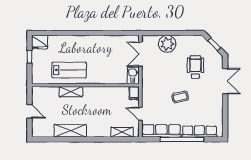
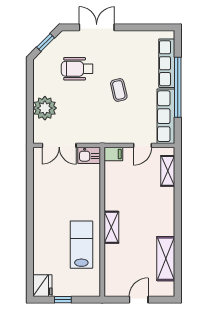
shelving: (71, 92) -> (111, 227), moved
shelving: (70, 131) -> (166, 259), moved

